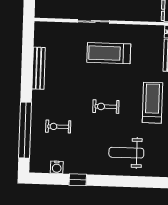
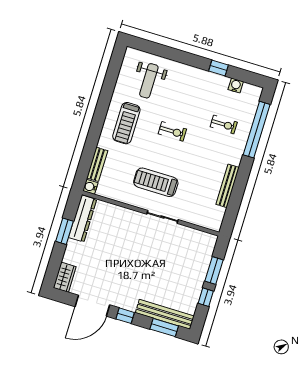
treadmill: (109, 53) -> (156, 182), turned 180
weight bench: (126, 153) -> (149, 81), moved, turned 90

